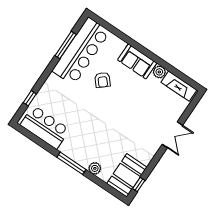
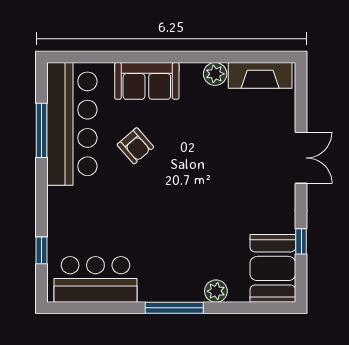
sofa: (137, 61) -> (147, 81), moved
window: (139, 184) -> (301, 241), moved

